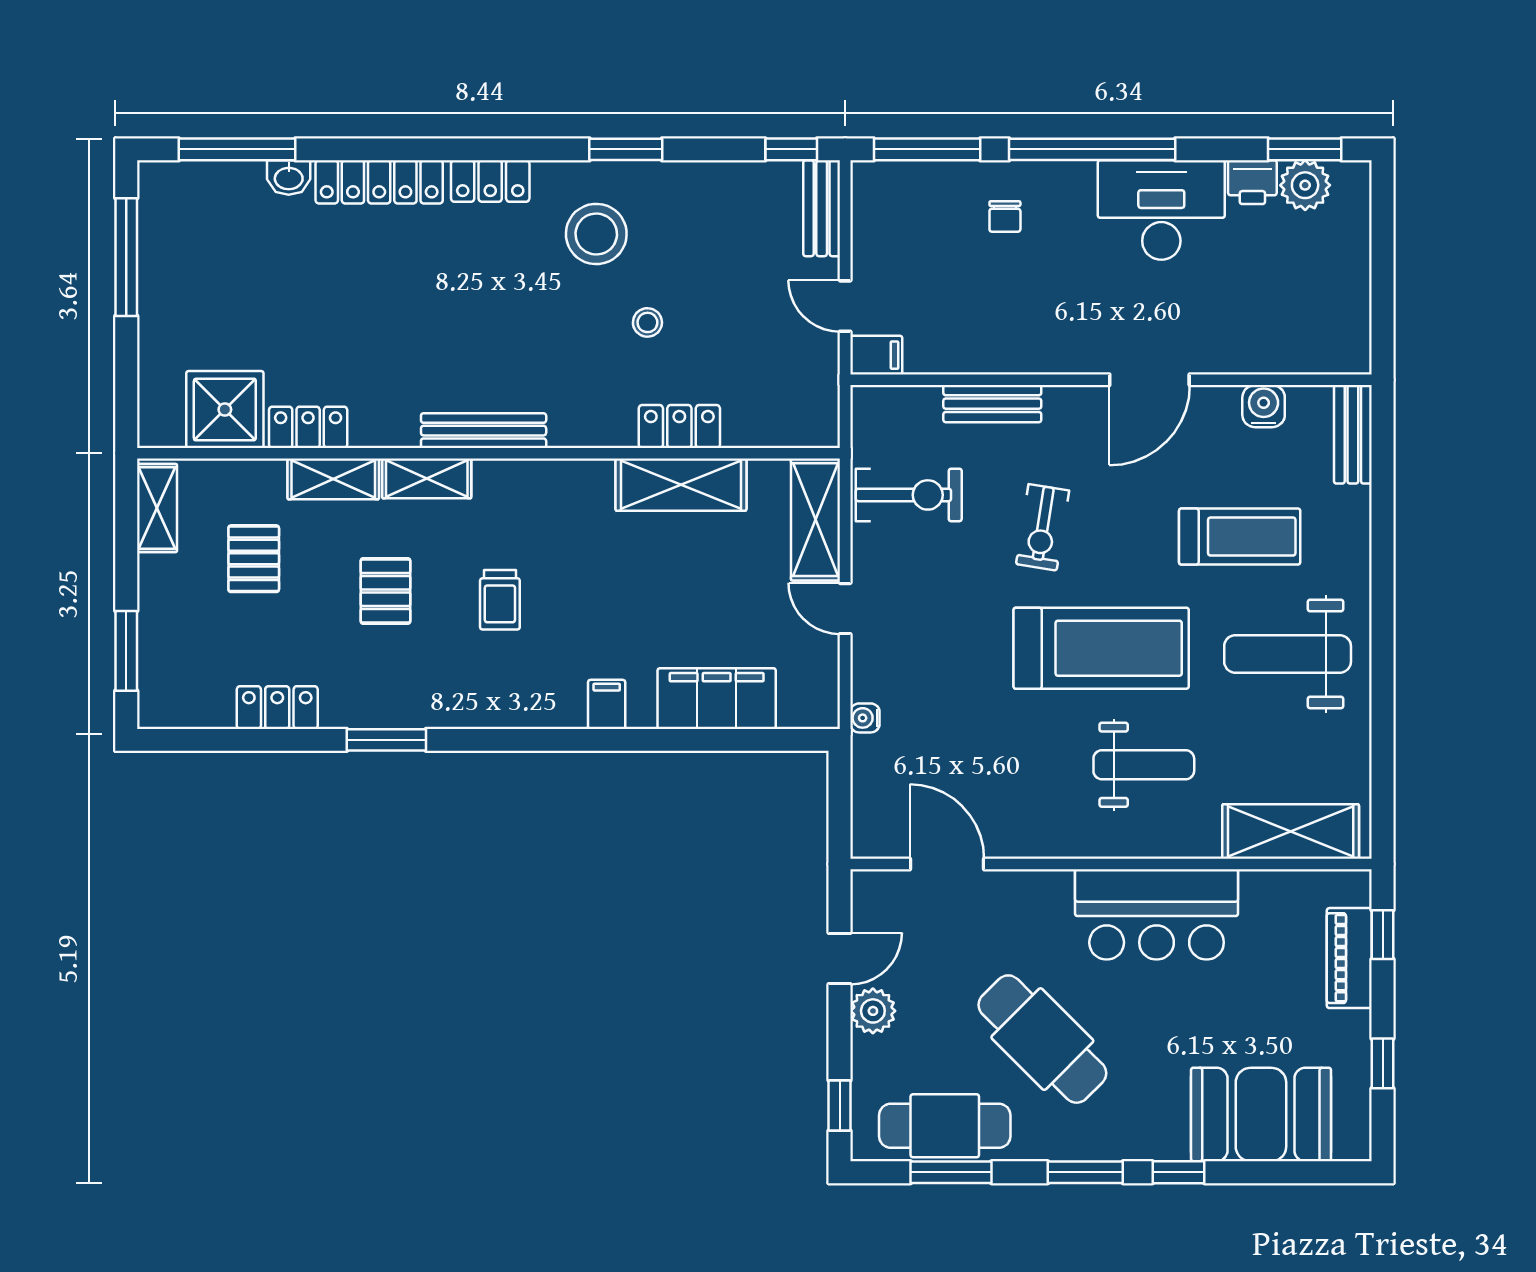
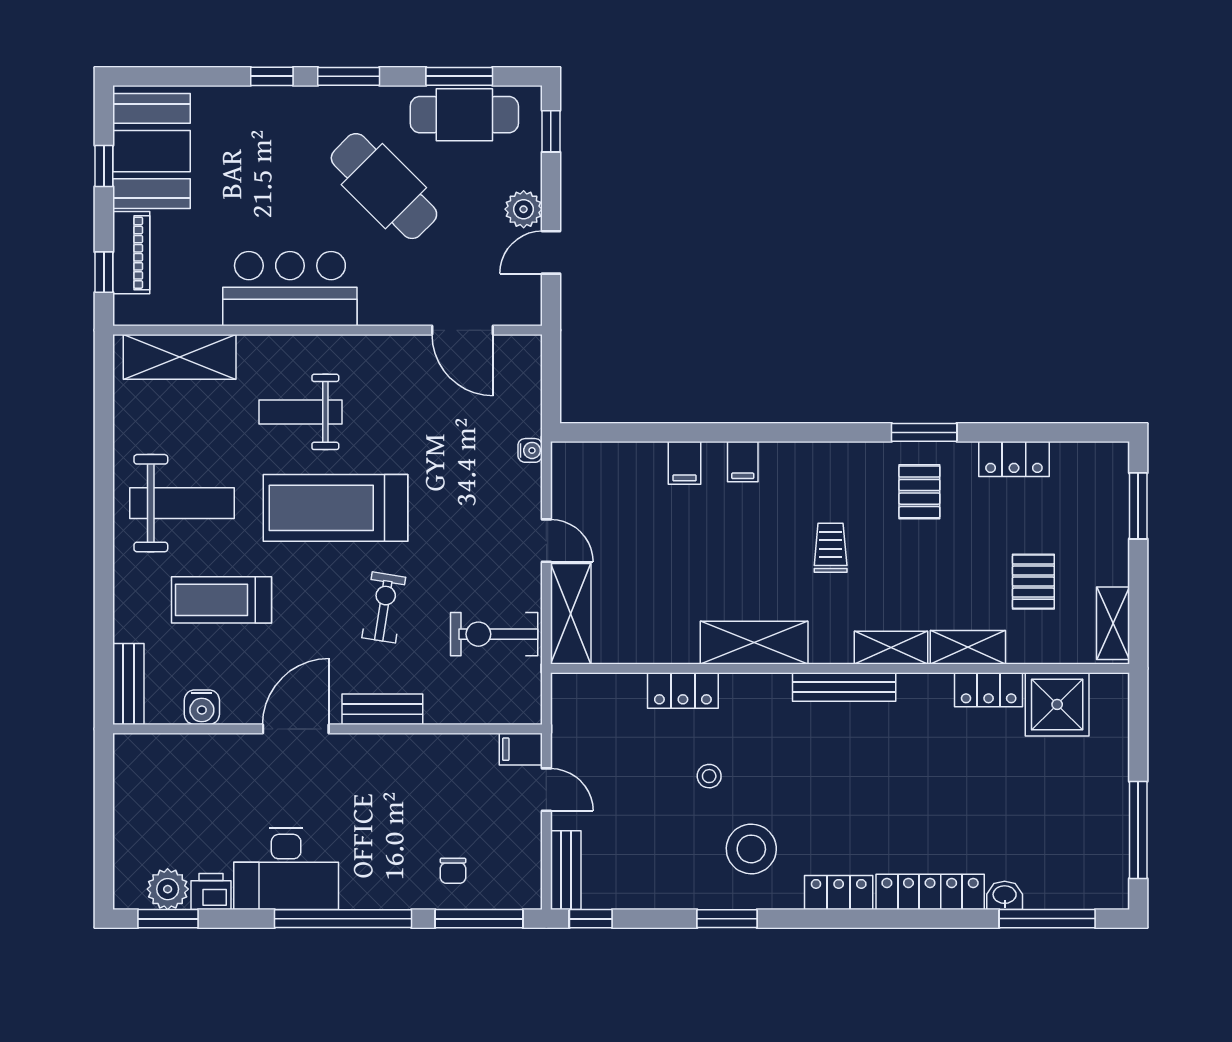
chair: (1005, 216) -> (453, 871), moved, turned 180
bench: (992, 404) -> (382, 709), moved
shelving: (681, 485) -> (754, 643), moved
pallet: (385, 591) -> (919, 492), moved
filing cabinet: (717, 699) -> (685, 463), width x0.33, depth x0.86
booth: (1261, 1115) -> (151, 151), moved, turned 90

